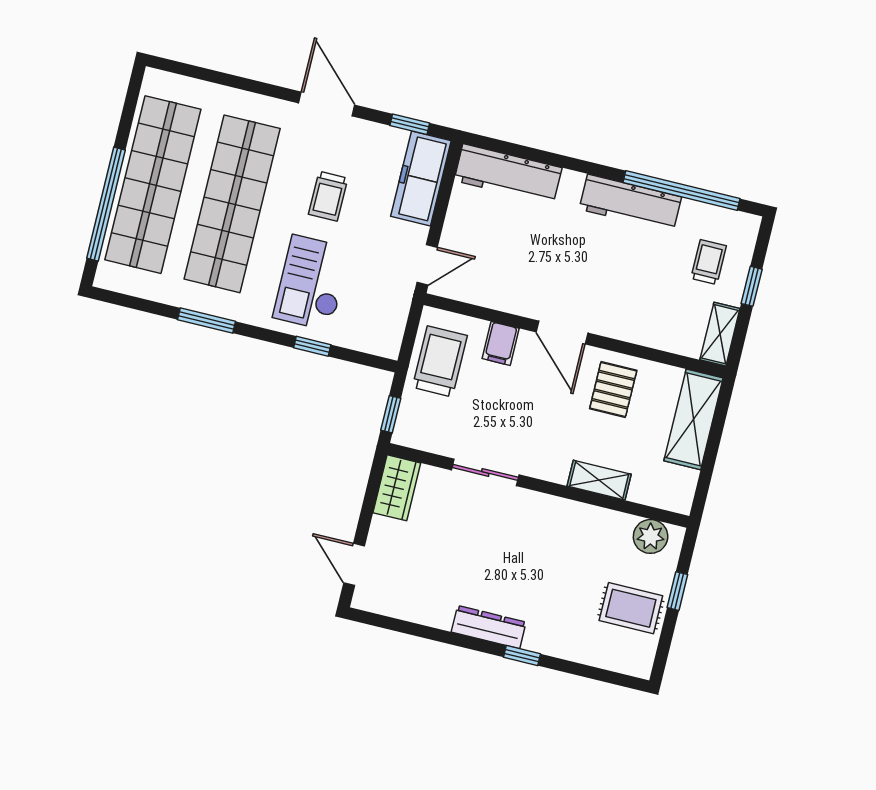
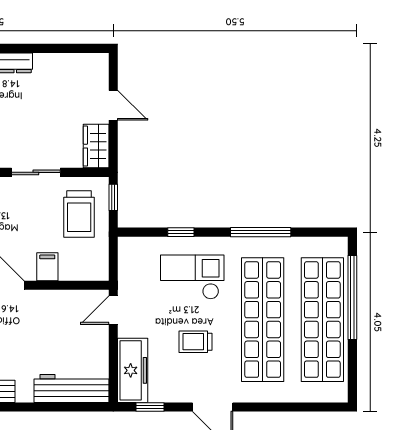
trolley: (328, 196) -> (196, 342), turned -90
checkout: (312, 283) -> (192, 277), turned -90
window: (207, 320) -> (261, 232), width x1.44
trolley: (440, 361) -> (79, 214), moved
door: (354, 564) -> (113, 105), moved

